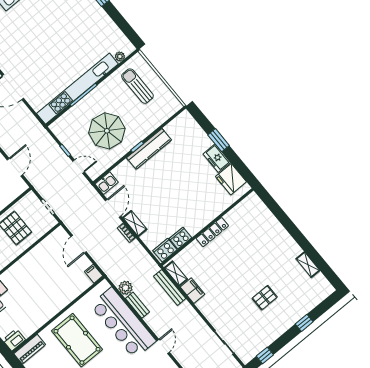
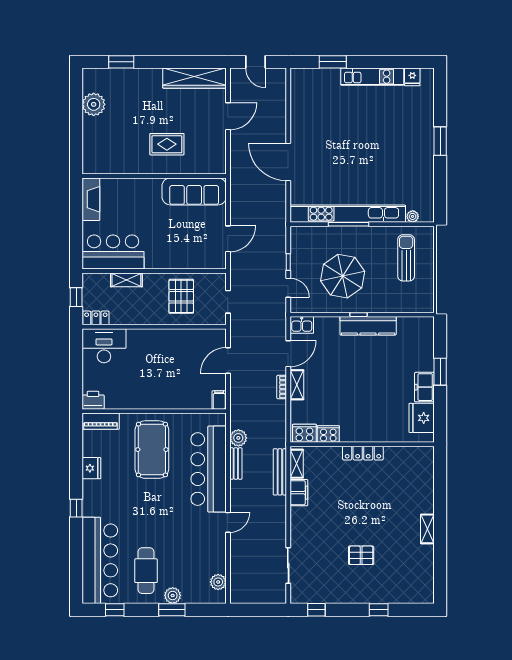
shelving: (308, 265) -> (427, 529), moved

